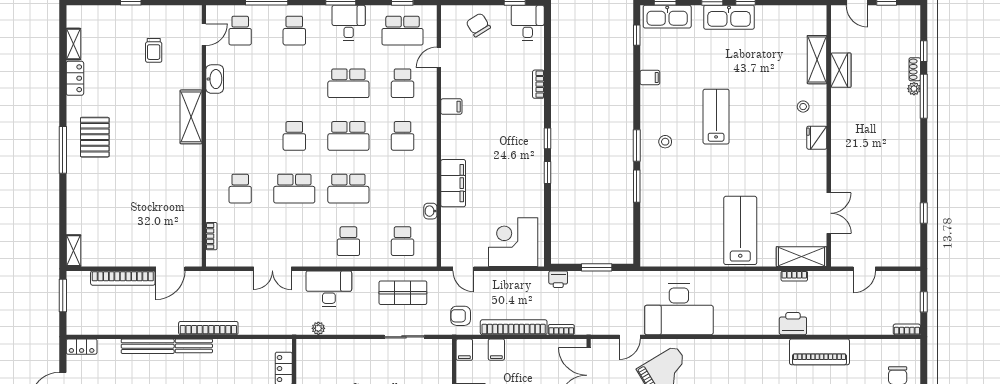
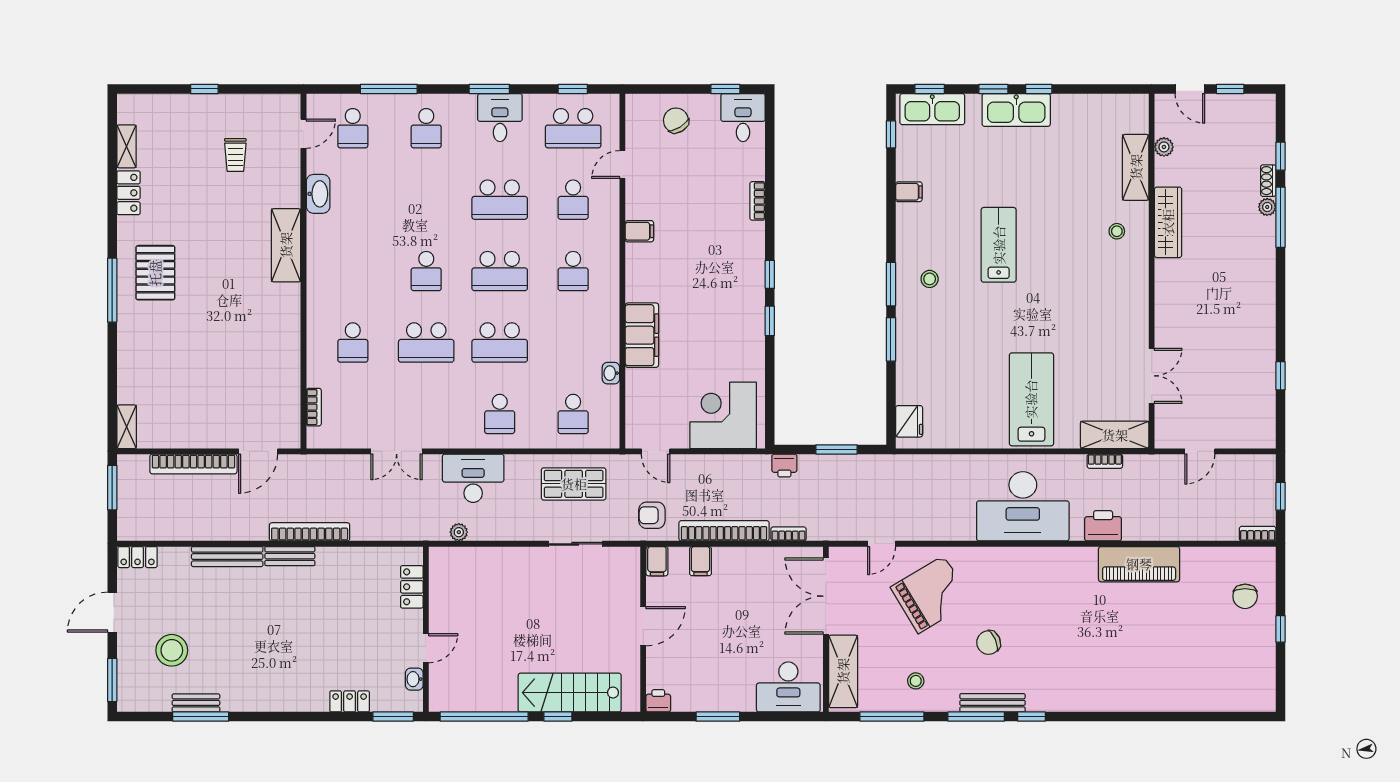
plant: (838, 44) -> (1164, 147), added
wardrobe: (841, 70) -> (1168, 222), moved, width x1.50
fridge: (817, 138) -> (909, 421), moved, turned 180
desk: (679, 309) -> (1023, 506), moved

